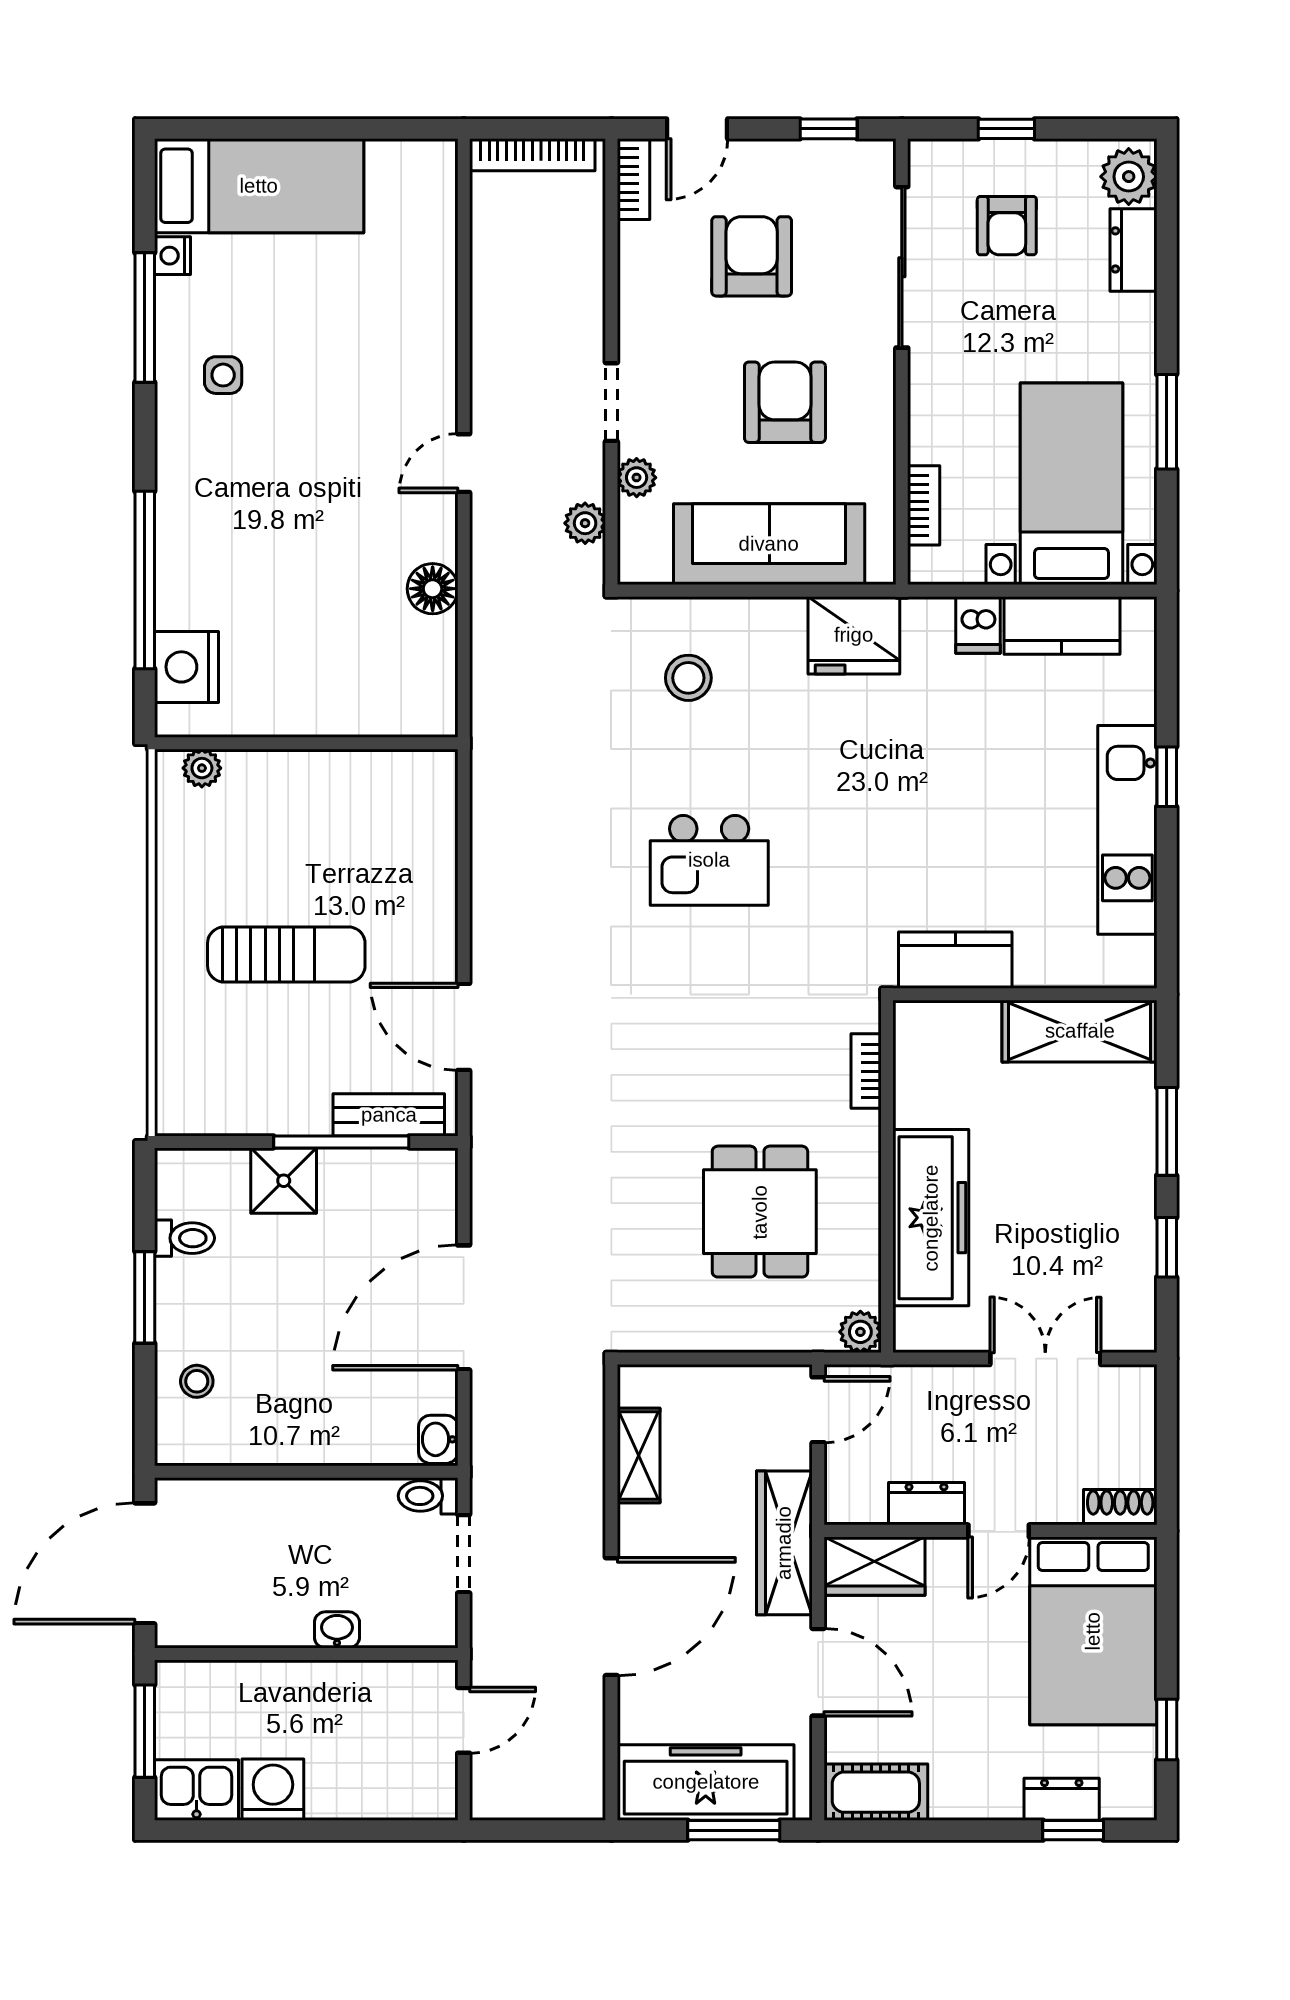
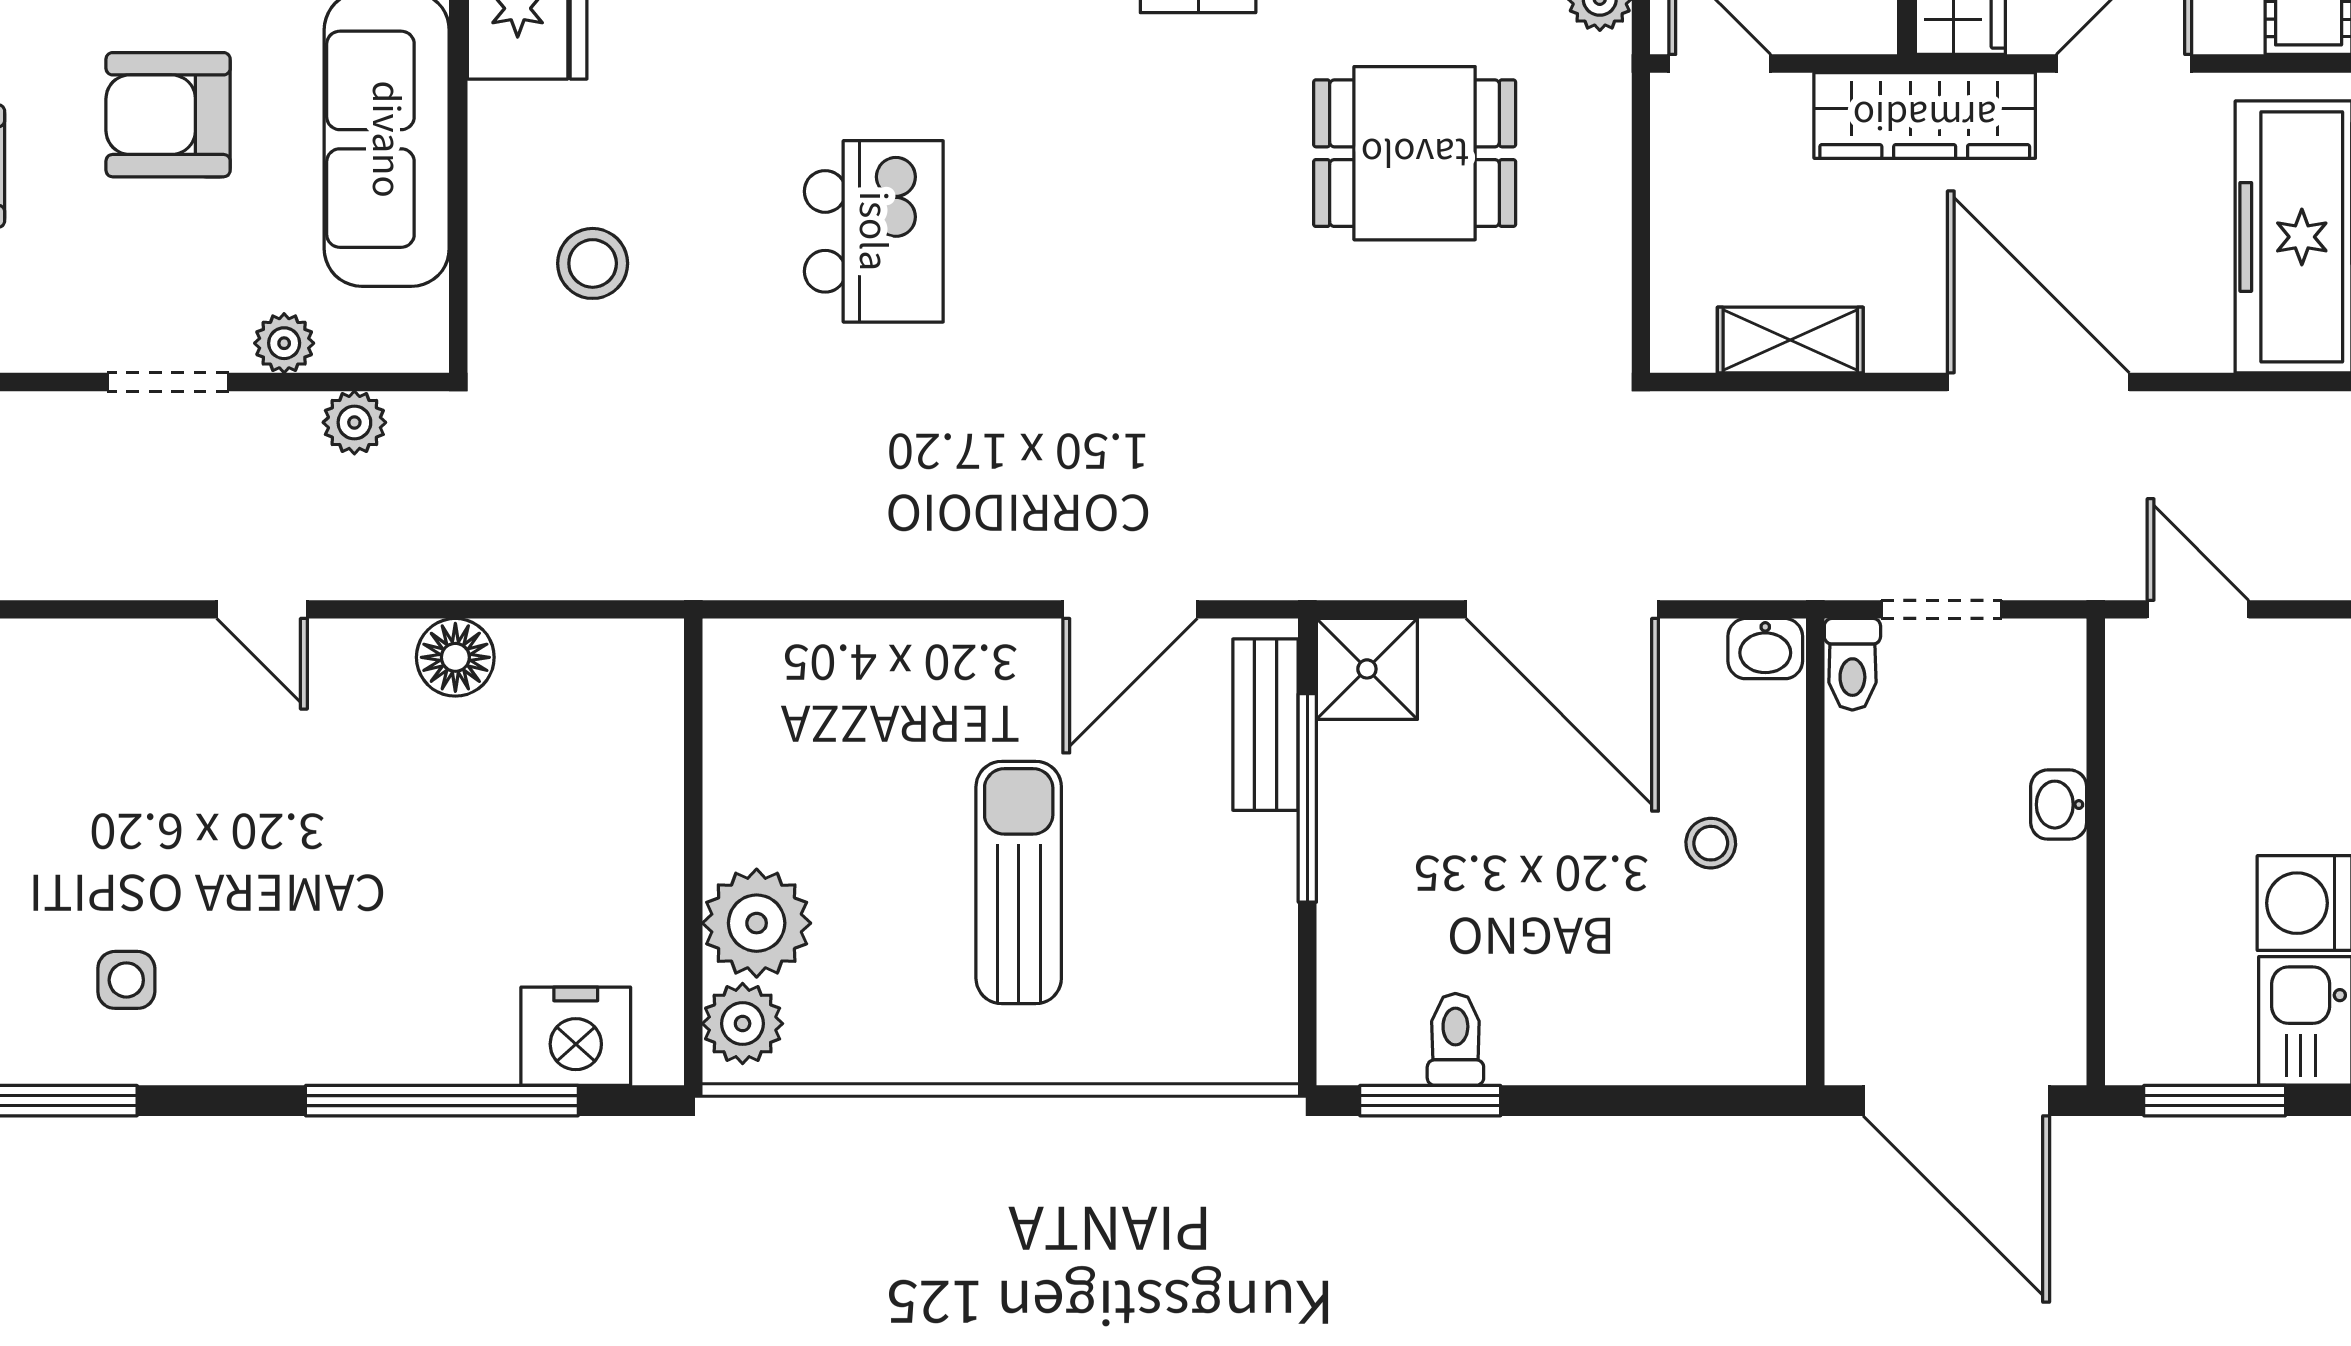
plant: (202, 768) -> (743, 1024), width x1.38, depth x1.38
plant: (260, 784) -> (757, 923), added
shower: (284, 1181) -> (1367, 669), moved
window: (145, 1297) -> (1430, 1101), moved
stool: (197, 1381) -> (1711, 843), moved

